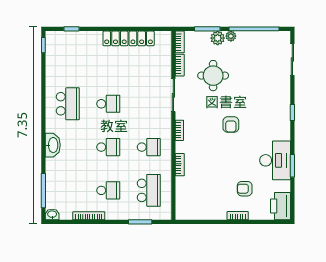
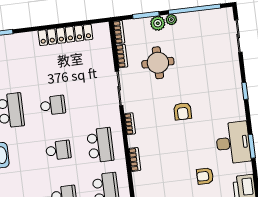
school desk: (149, 147) -> (100, 145), width x1.85

